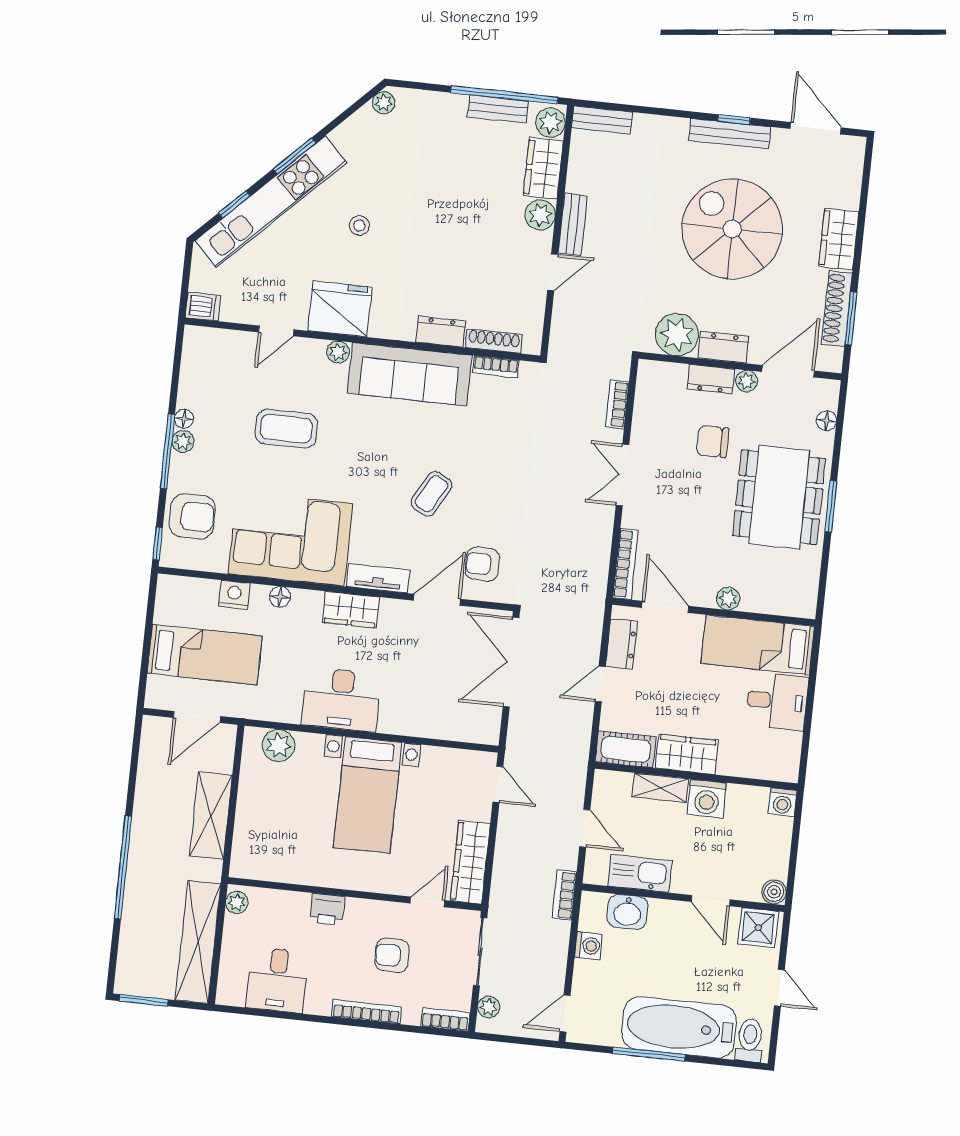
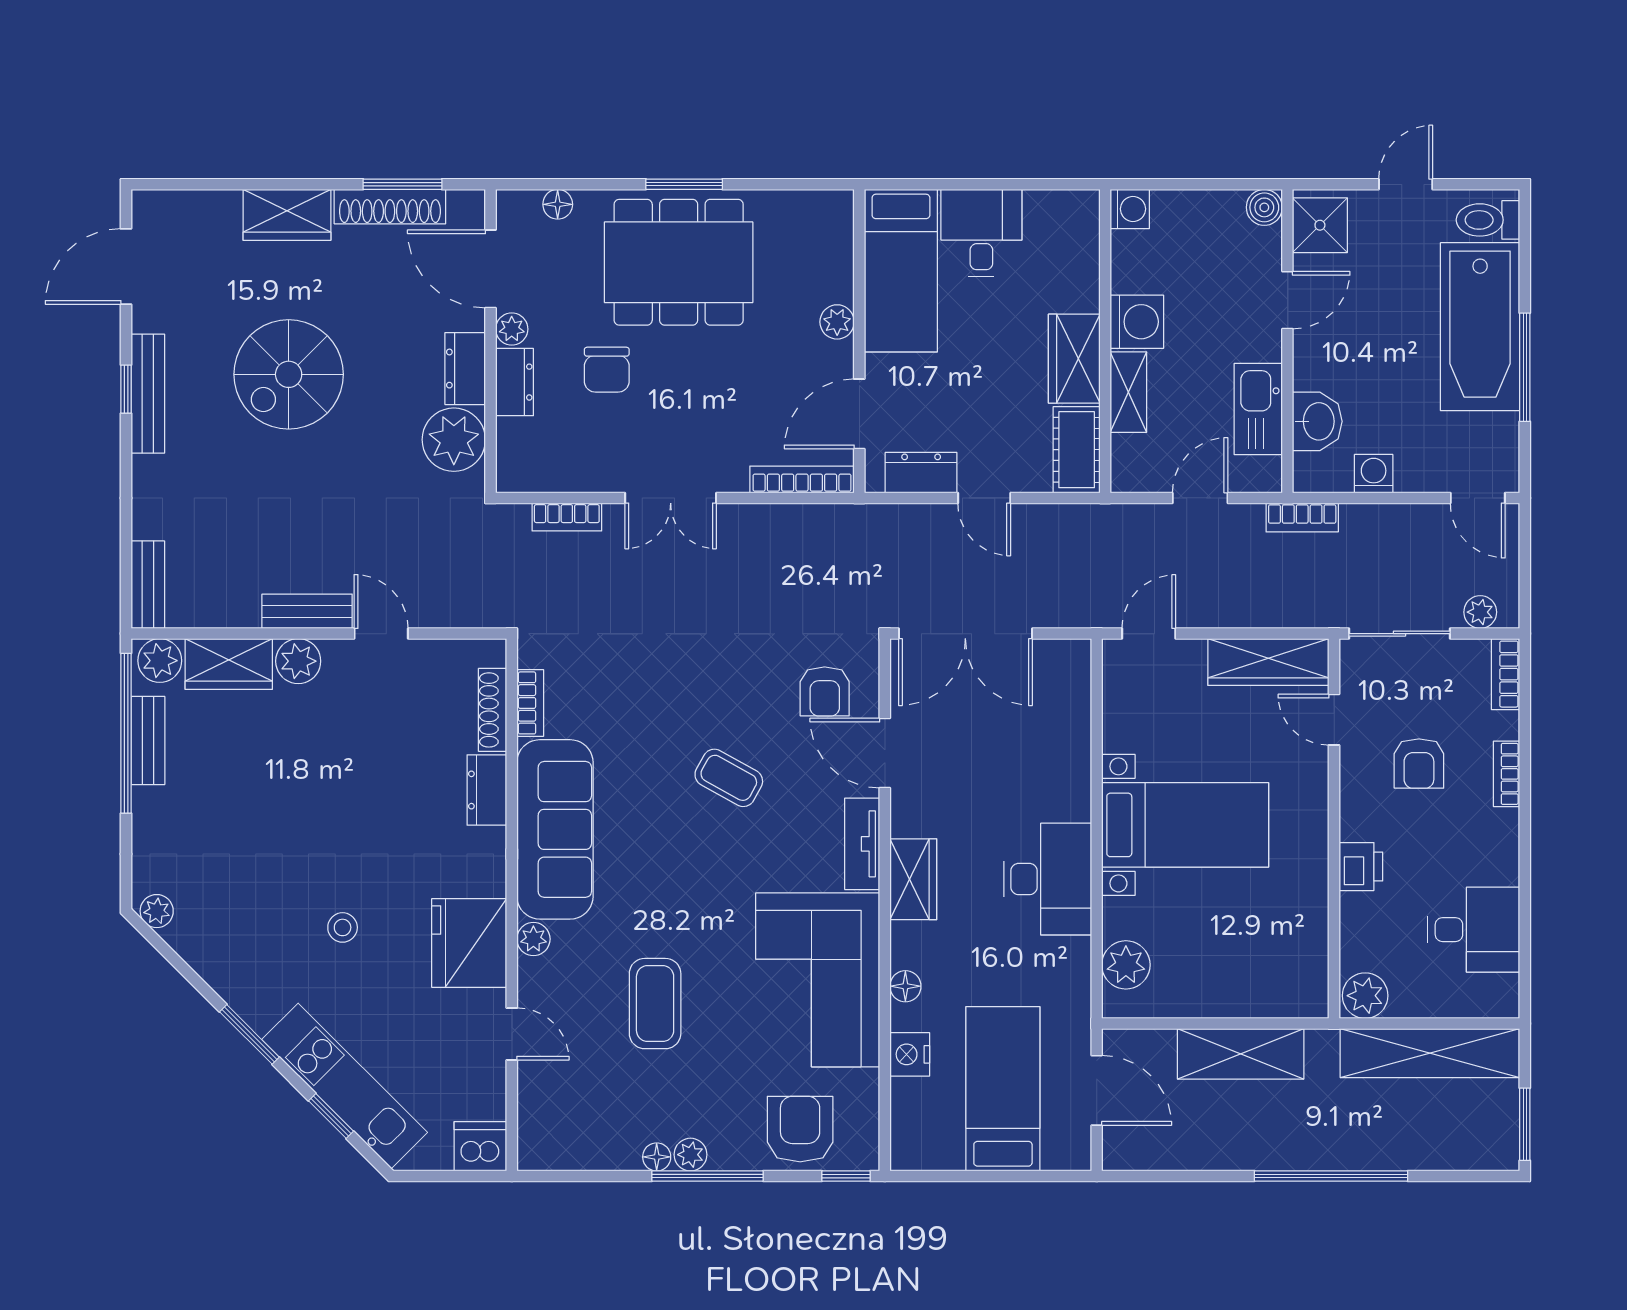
kitchen unit: (271, 202) -> (345, 1086), width x0.73
spiral stairs: (732, 229) -> (289, 374), width x0.73, depth x0.73
dishwasher: (203, 307) -> (480, 1146), width x1.38
plant: (237, 902) -> (1365, 996), width x1.38, depth x1.38
bookcase: (366, 1012) -> (1507, 774), width x0.64

